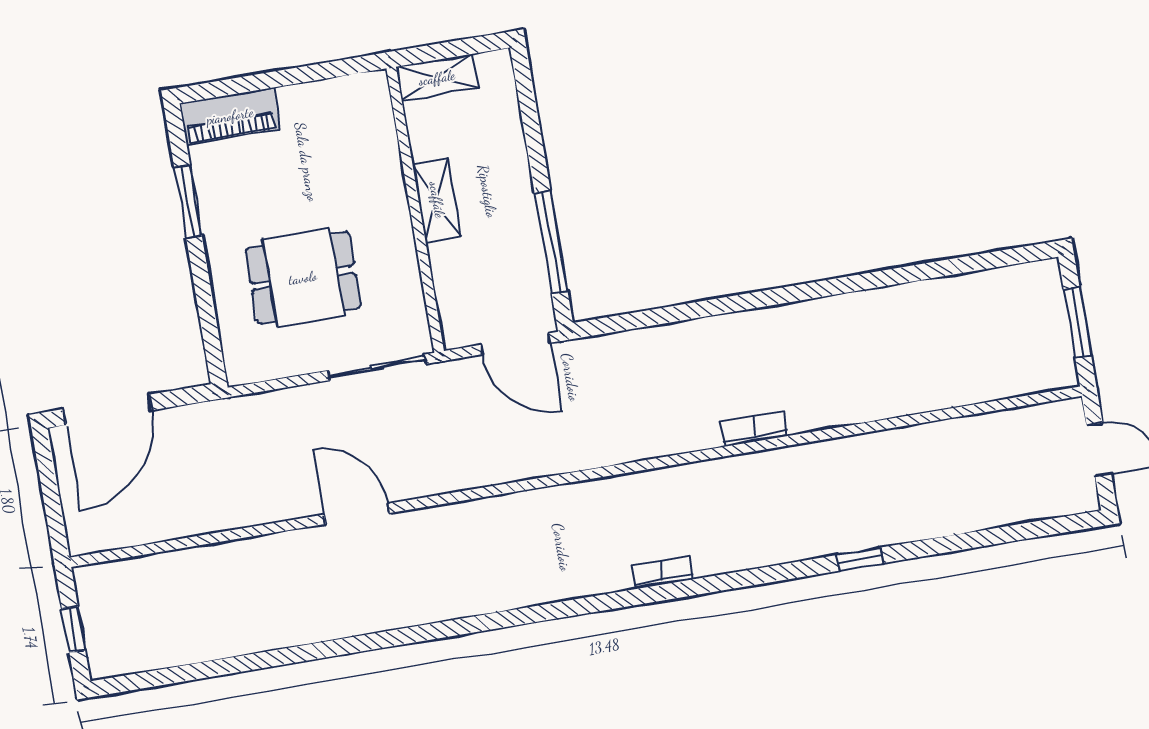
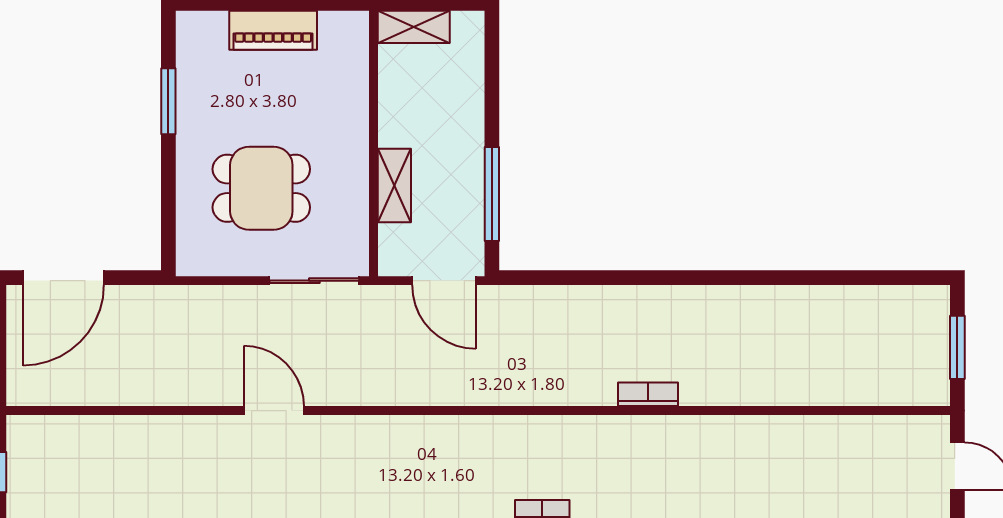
piano: (230, 116) -> (273, 30), moved
shelving: (437, 200) -> (394, 186), moved

